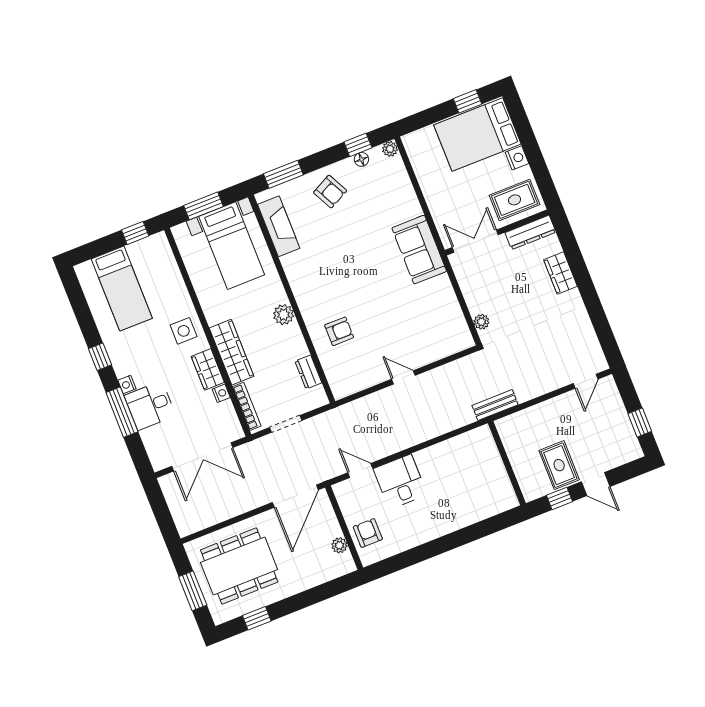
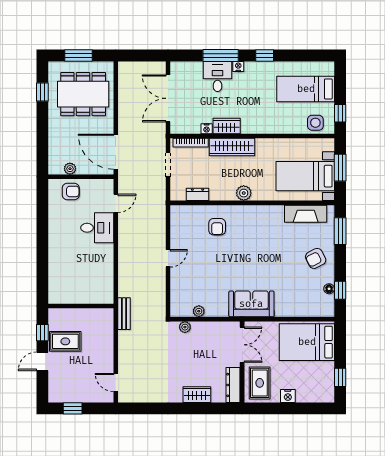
bed: (477, 135) -> (307, 342), moved, turned -90
plant: (390, 149) -> (199, 311), moved
side table: (184, 331) -> (315, 123), moved
dining table: (239, 566) -> (83, 94), turned 90

